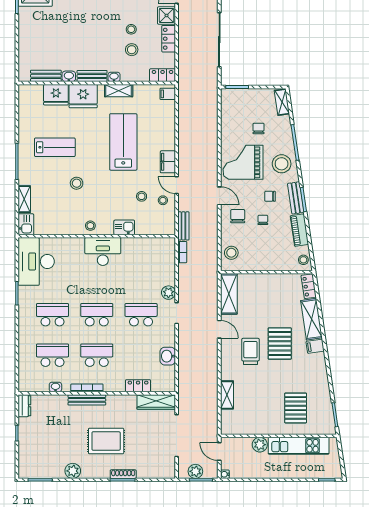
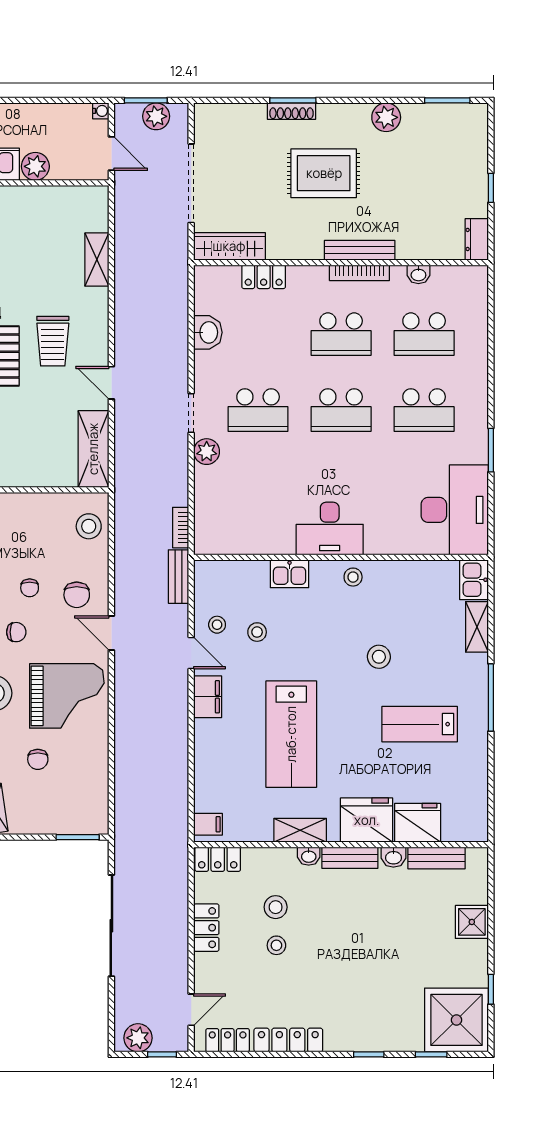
shower: (167, 15) -> (472, 922), moved

